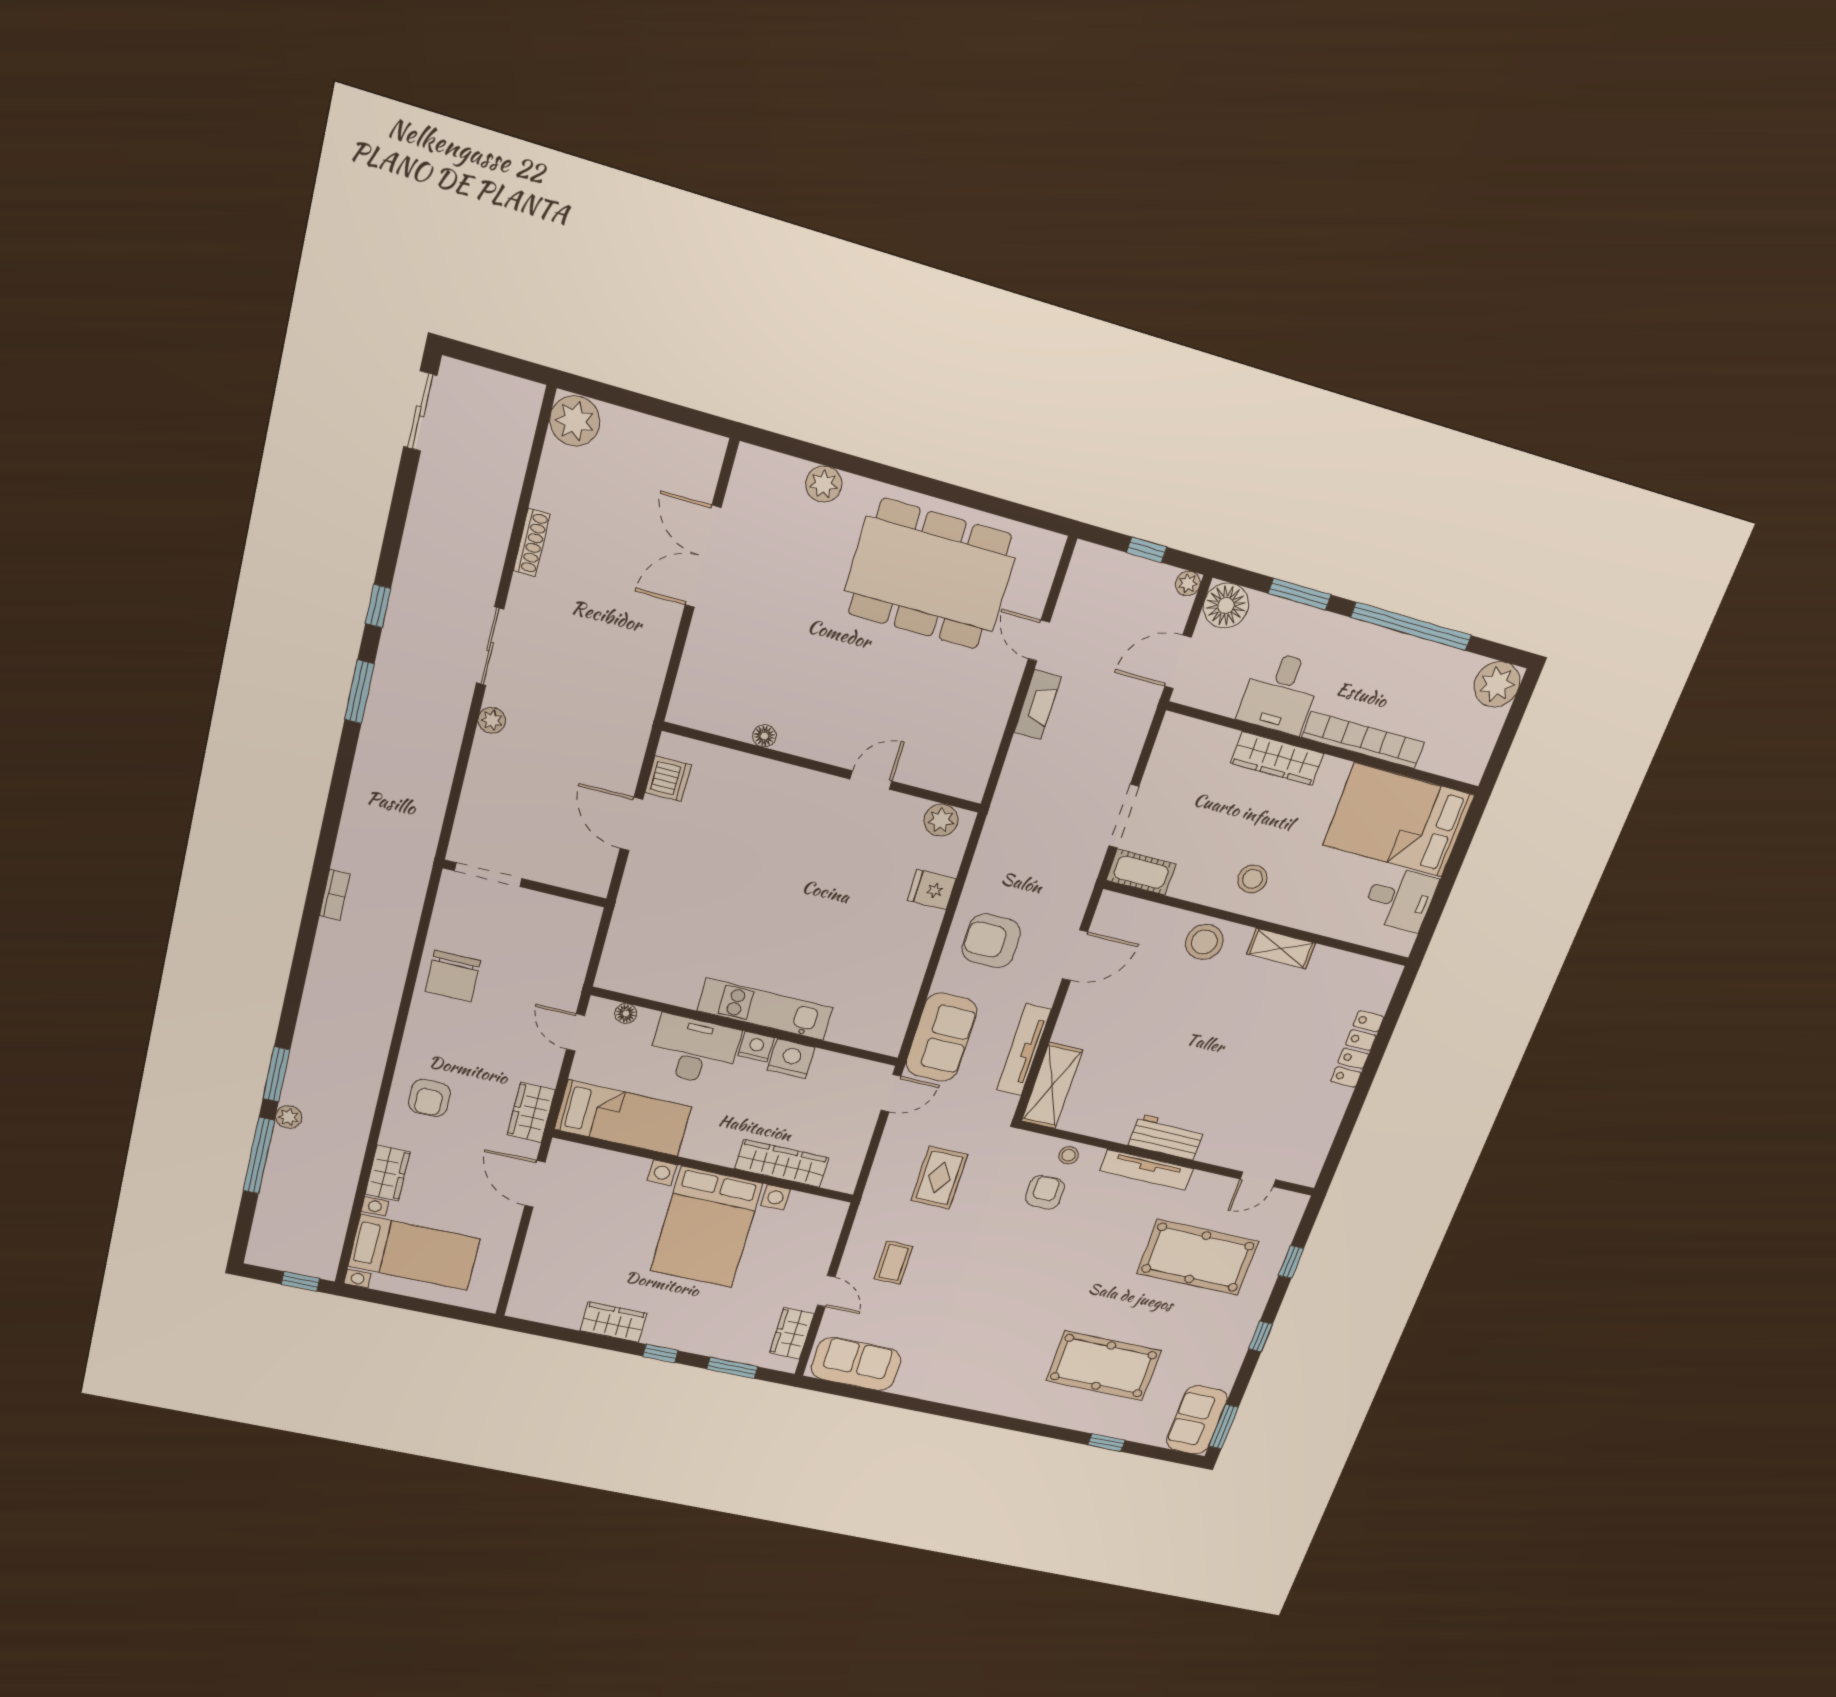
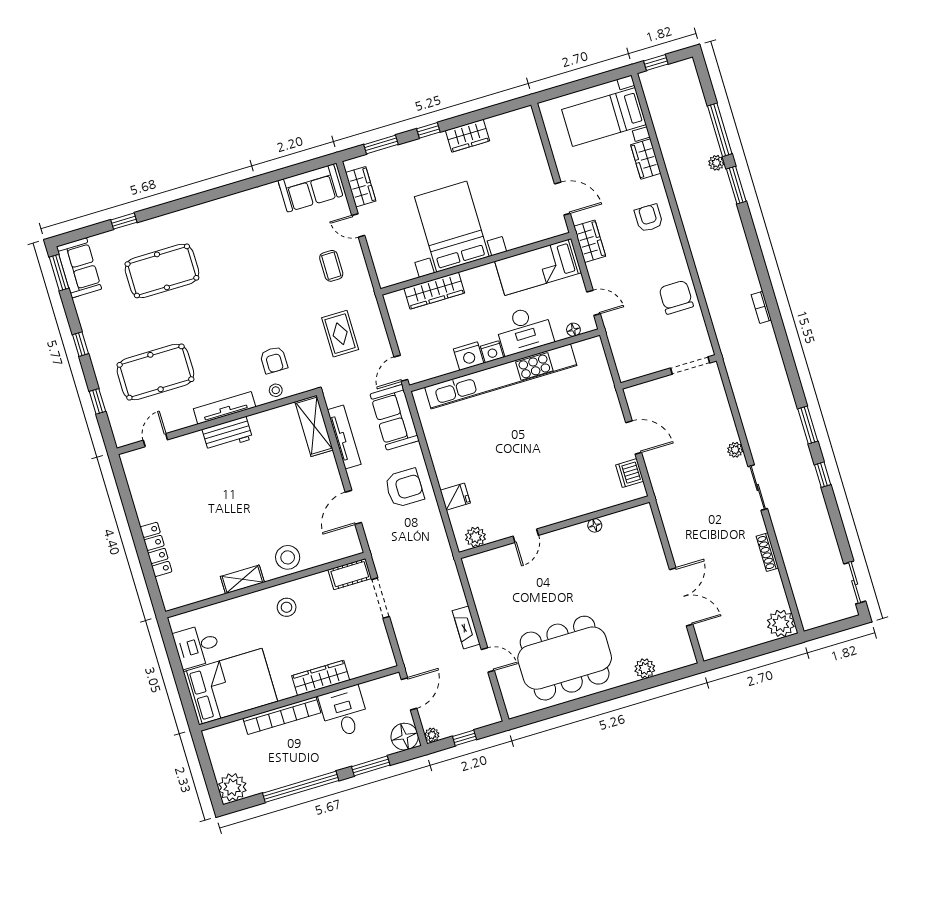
kitchen unit: (765, 1009) -> (501, 376), width x1.86

